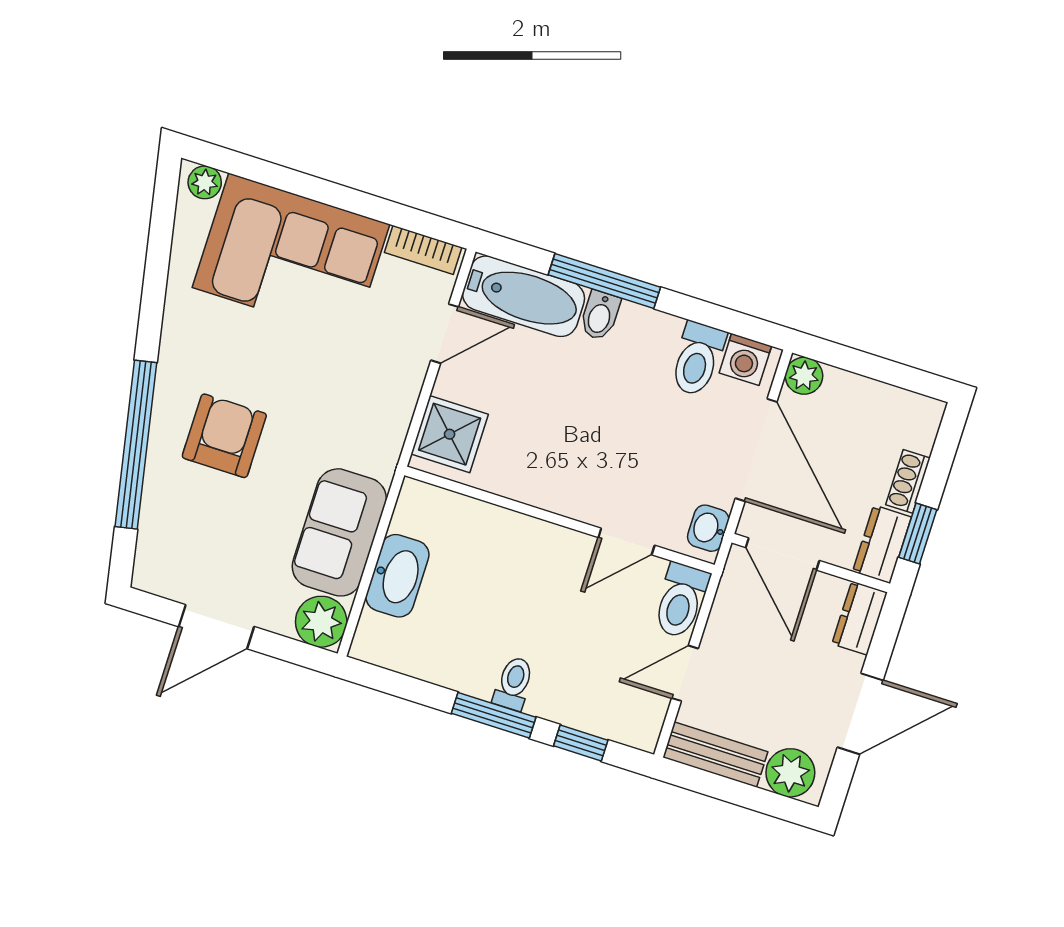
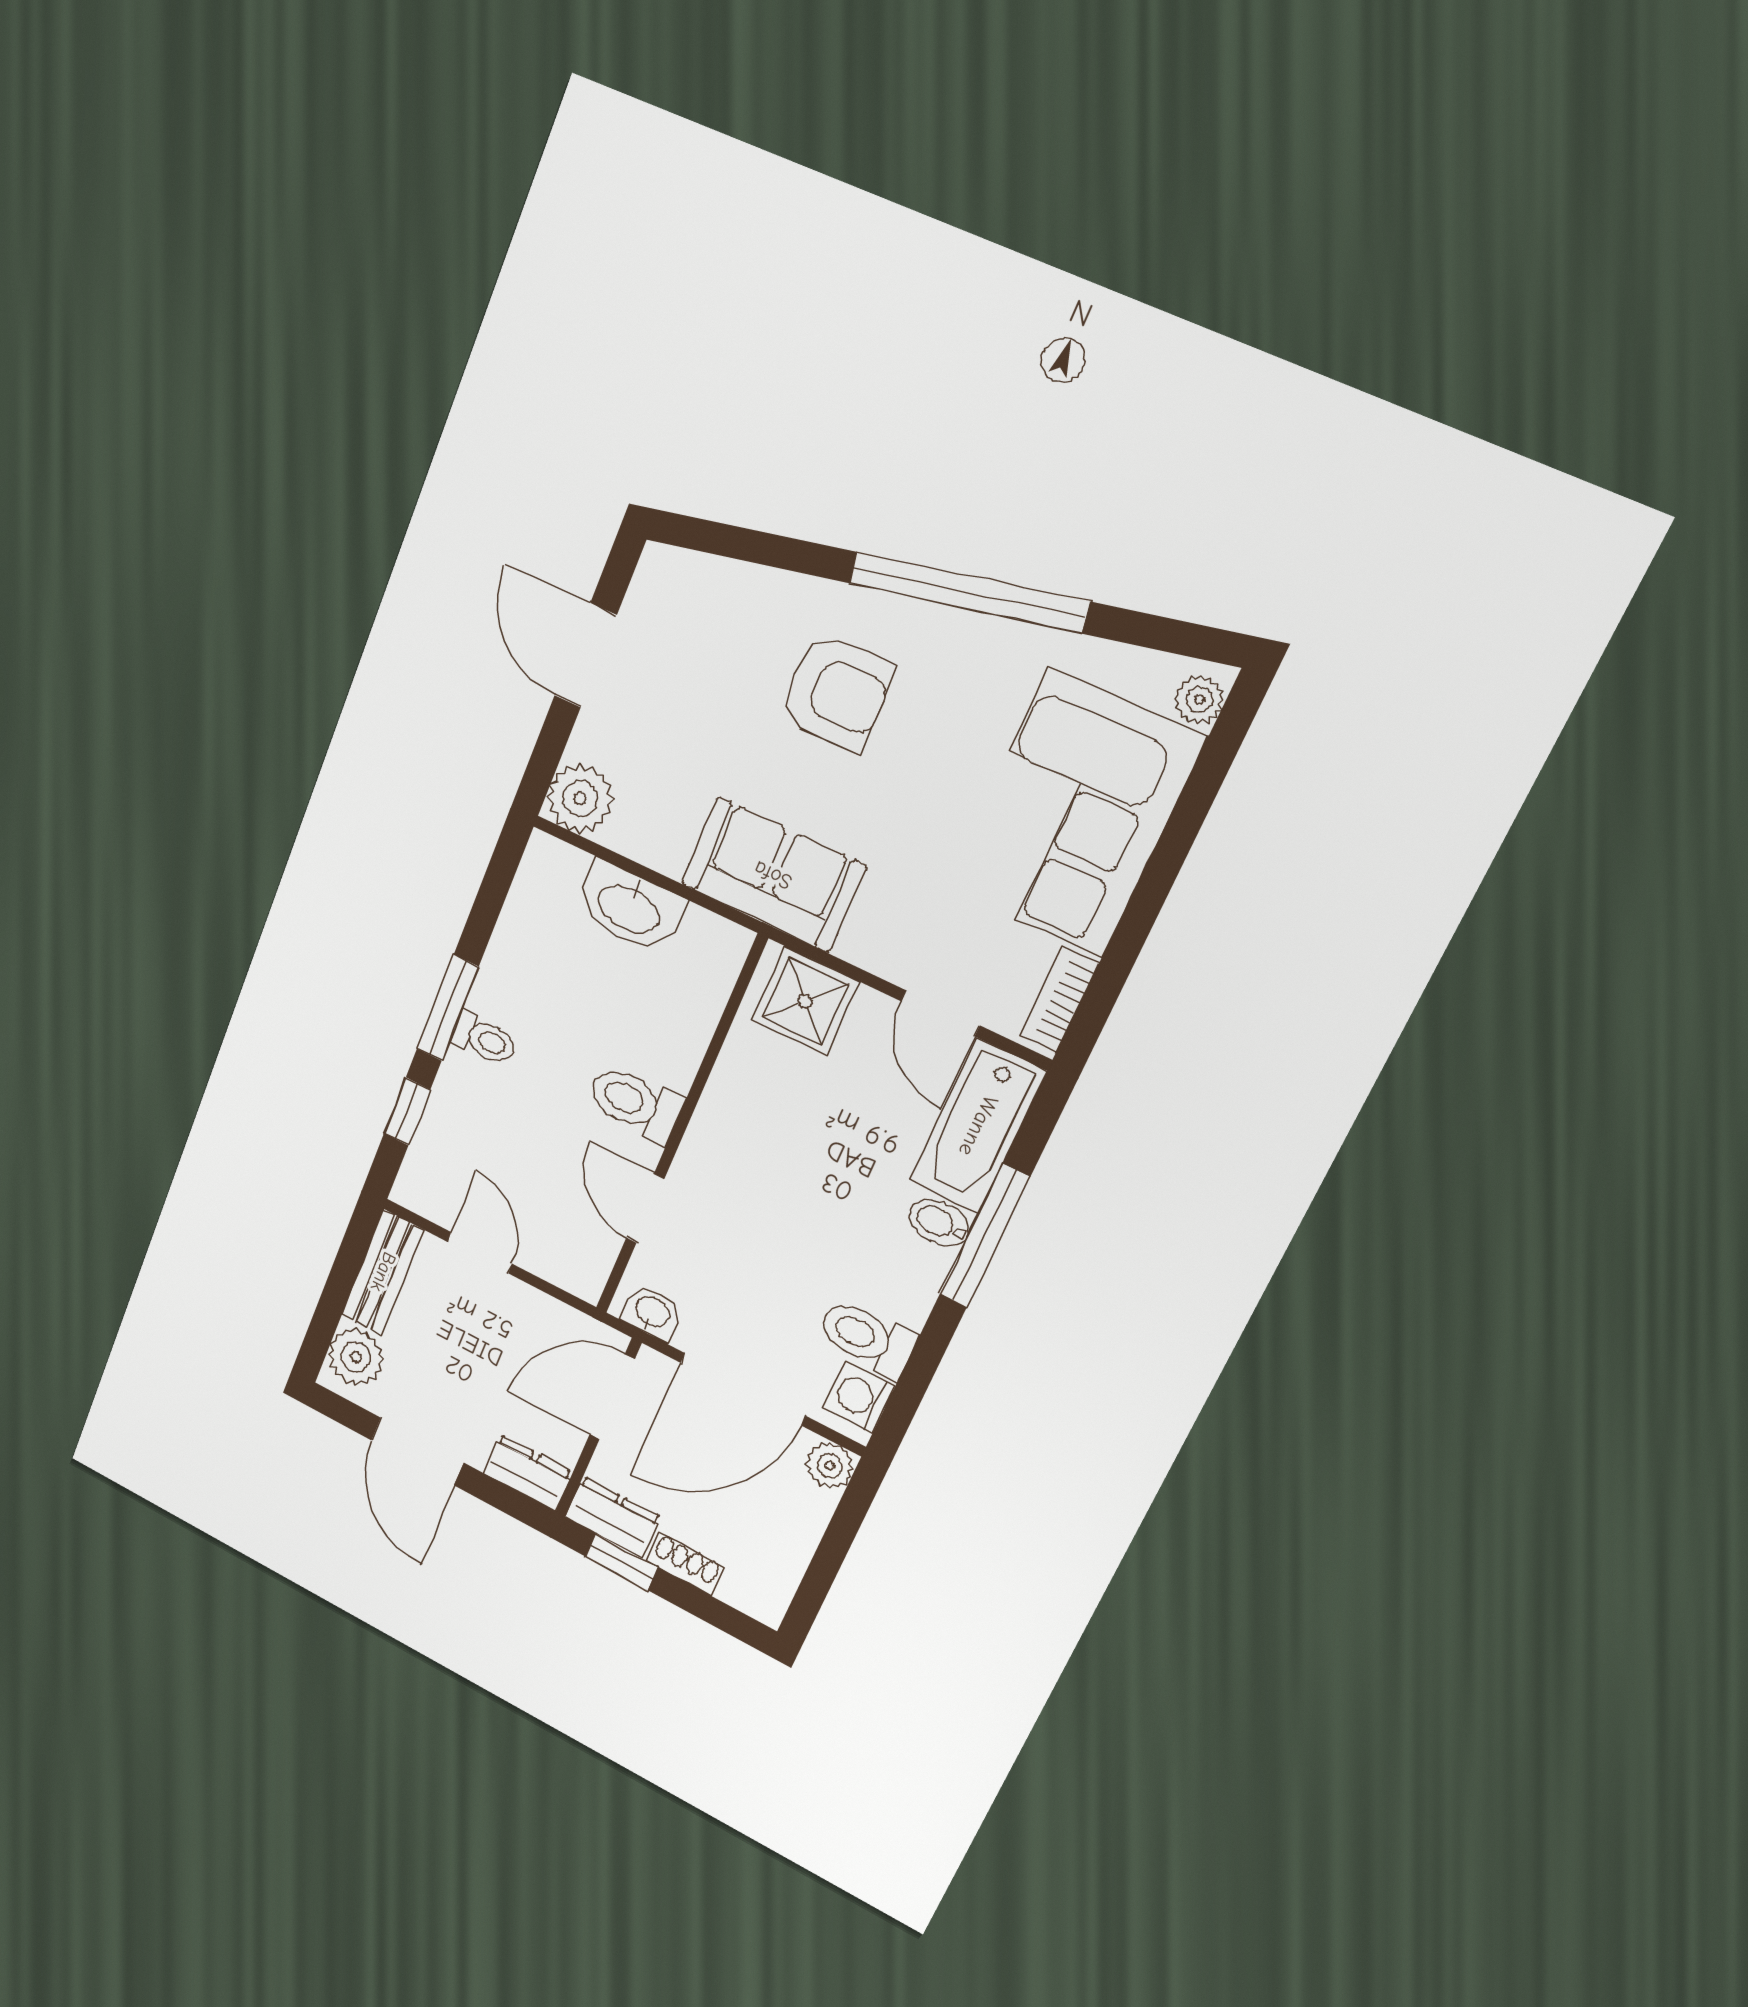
window: (136, 445) -> (968, 592), moved
sofa: (339, 532) -> (773, 875), moved
toilet: (681, 601) -> (635, 1103), moved

